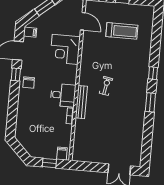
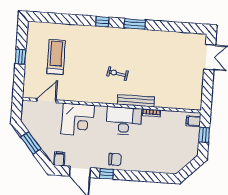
desk: (63, 95) -> (124, 121), width x1.37

